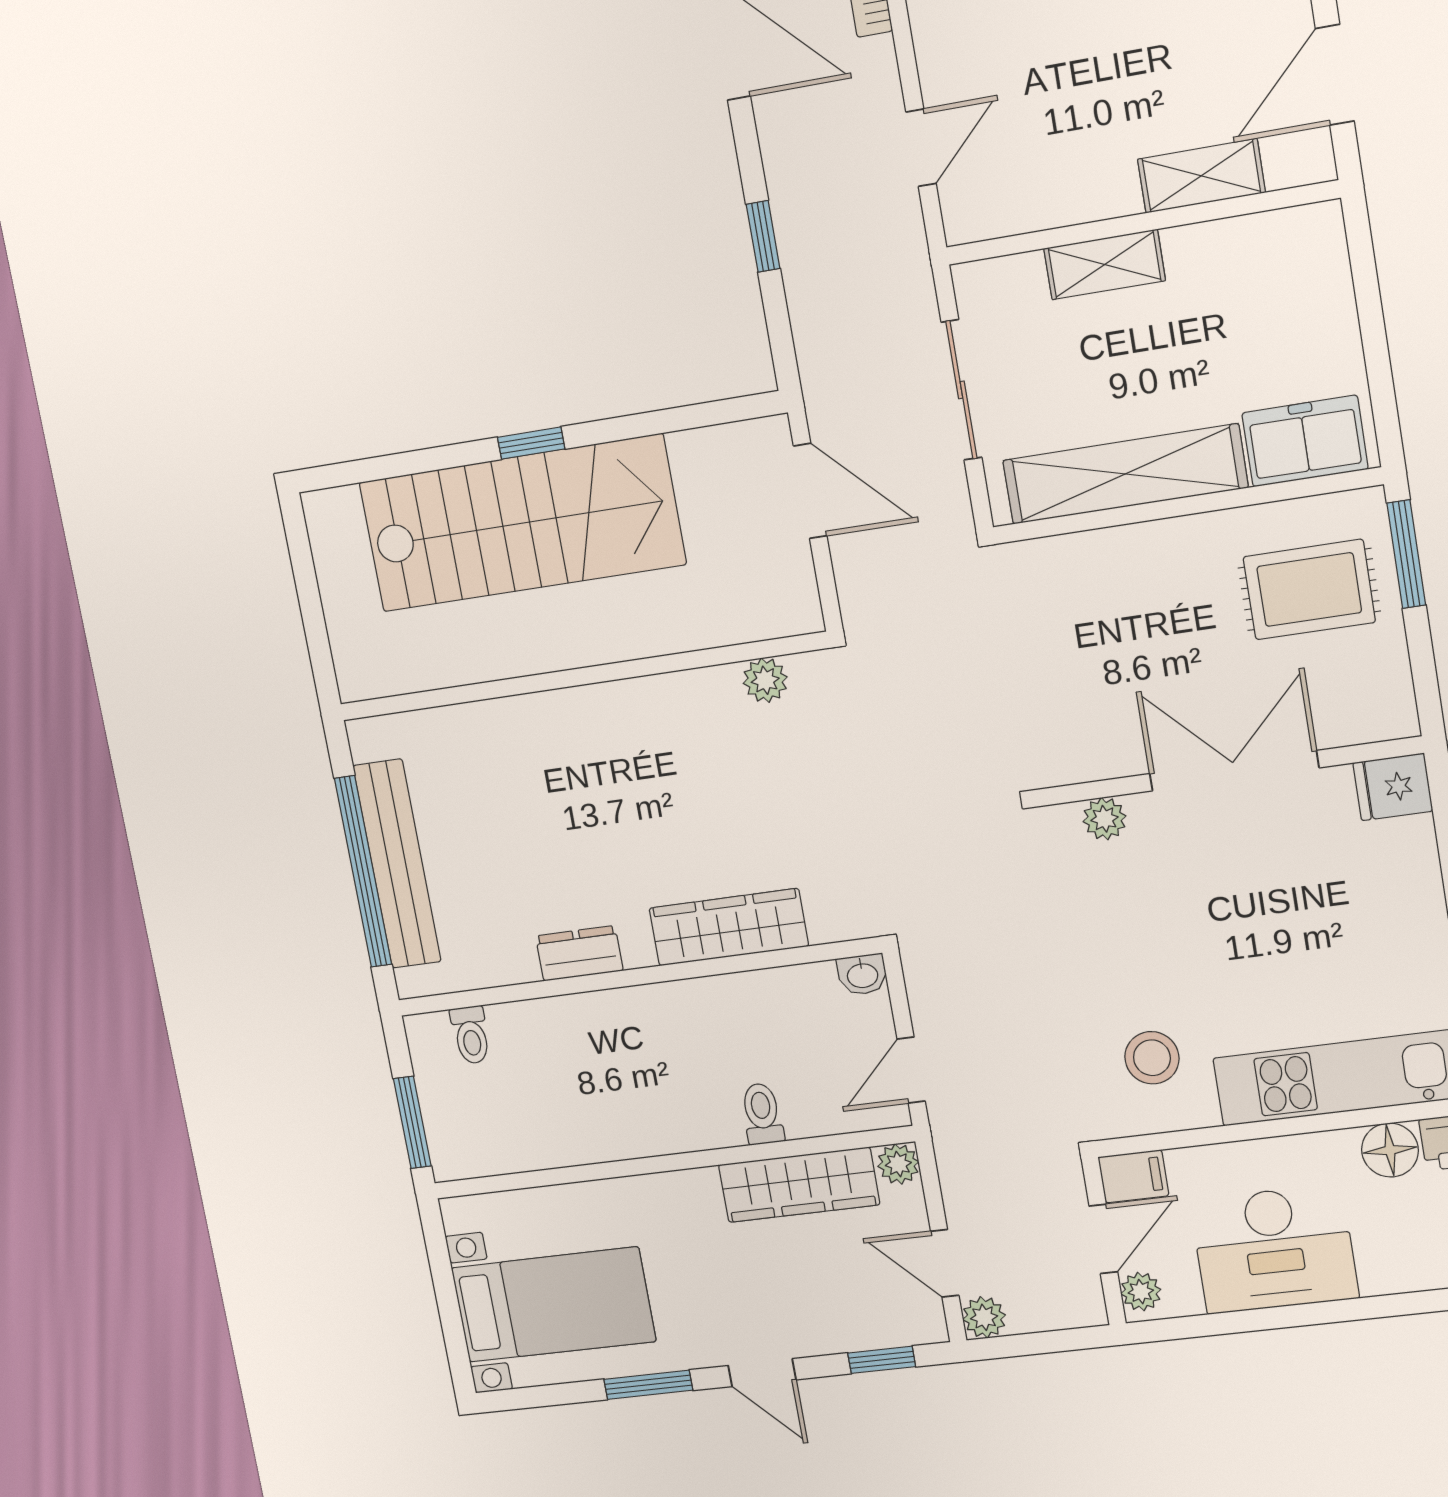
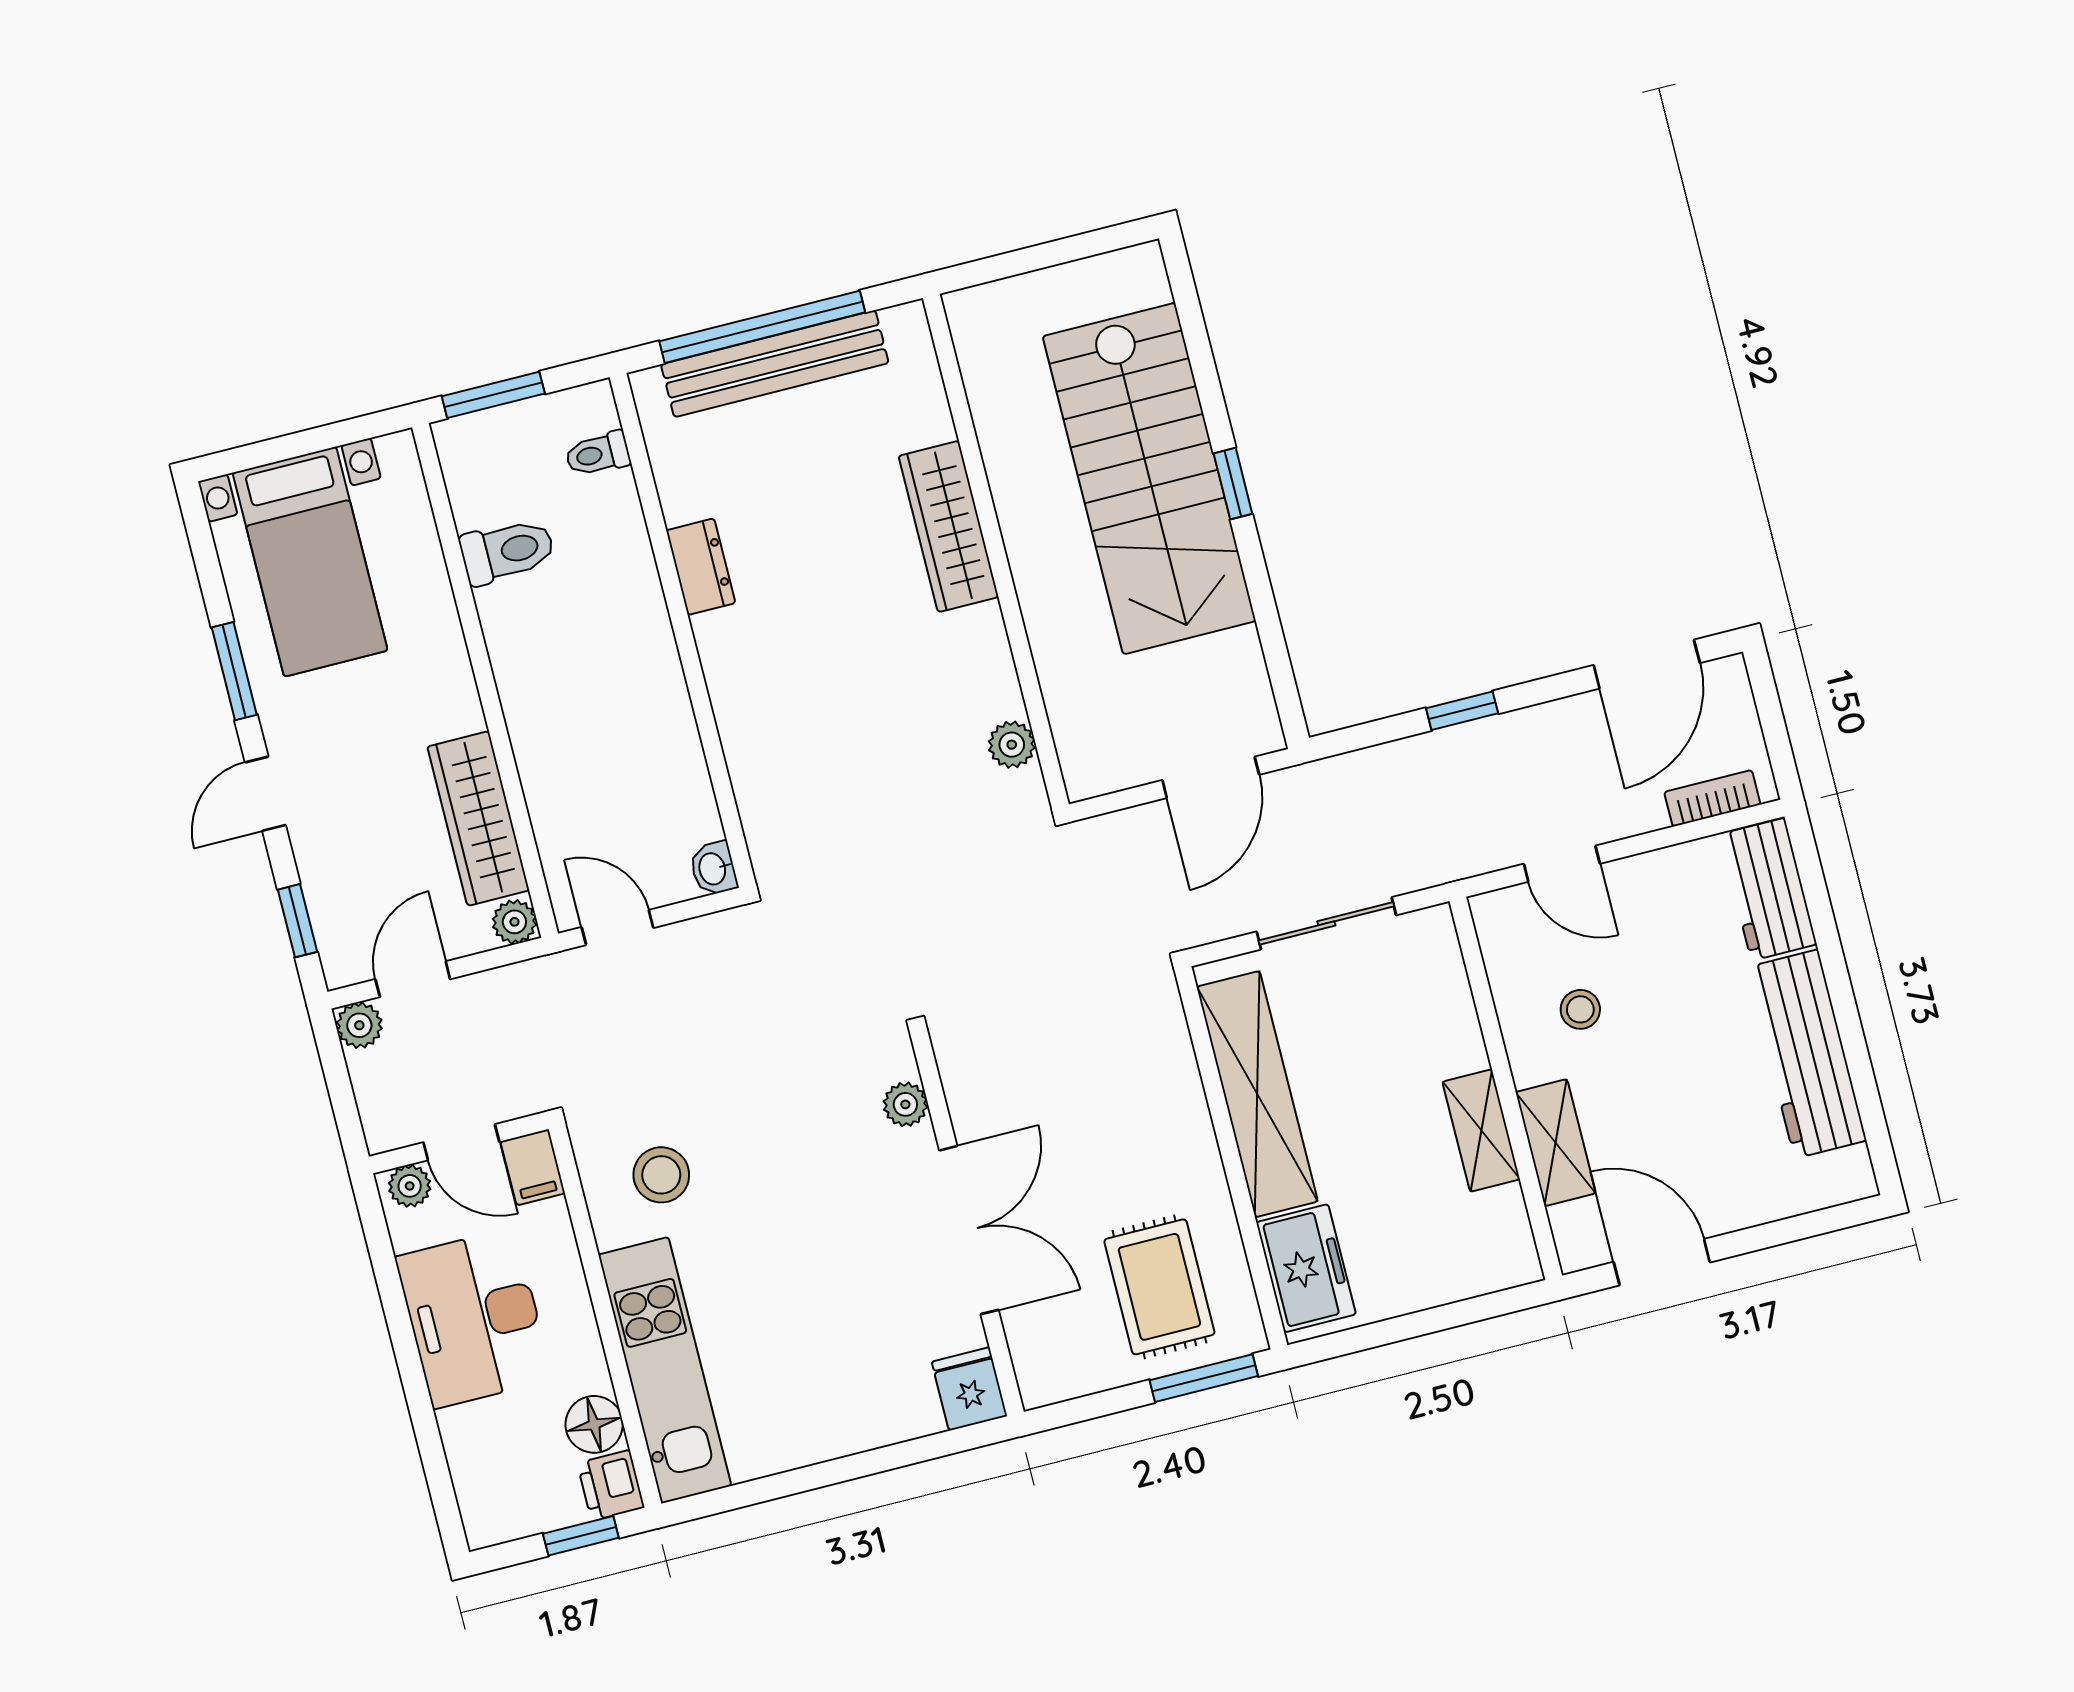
stool: (1068, 140) -> (1580, 1009), added
shelving: (1105, 264) -> (1481, 1130), moved
wardrobe: (729, 927) -> (949, 526), moved, turned 180
toilet: (762, 1114) -> (507, 551), moved, width x1.37, depth x1.39

